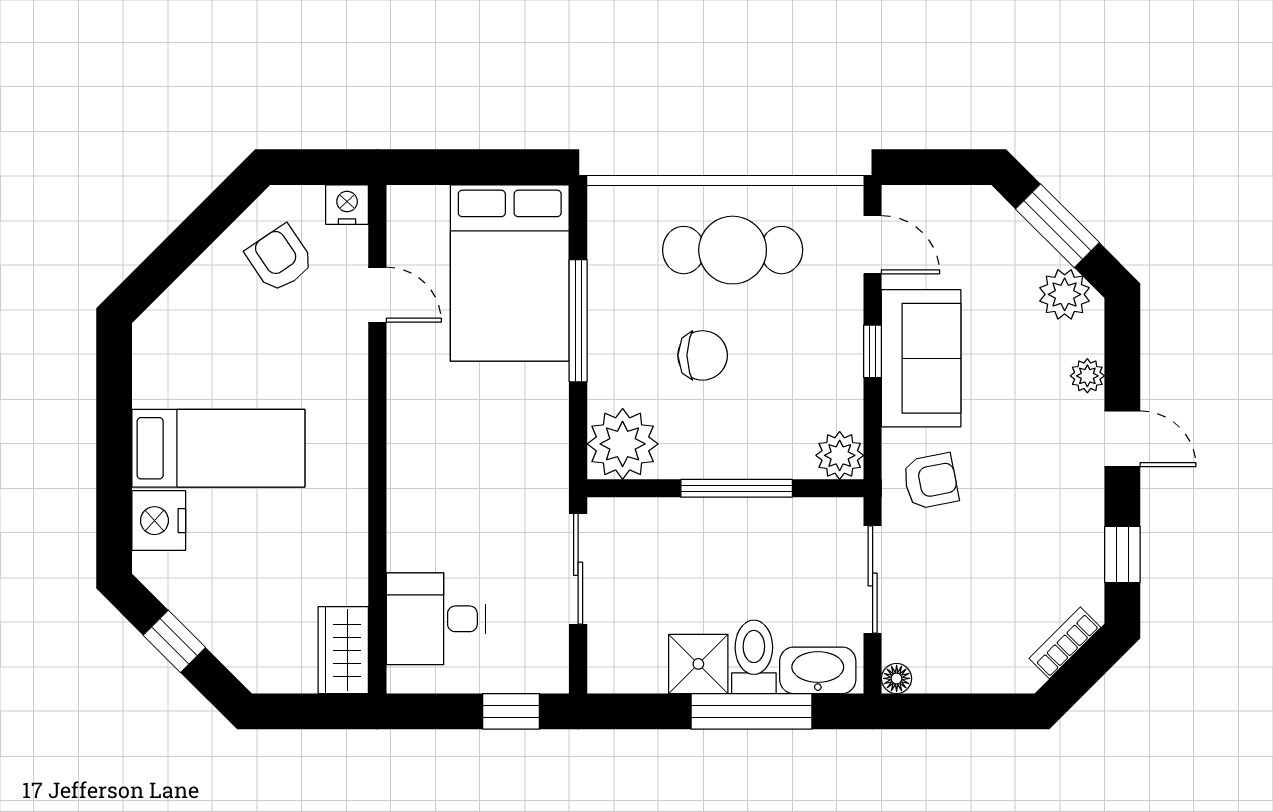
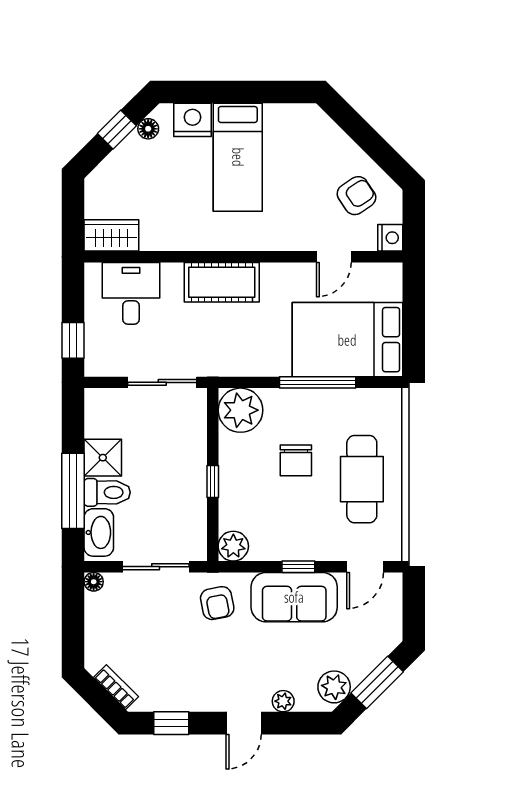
cot: (418, 474) -> (222, 282), added
window: (737, 488) -> (213, 482), width x0.46
floor lamp: (173, 591) -> (148, 129), added

